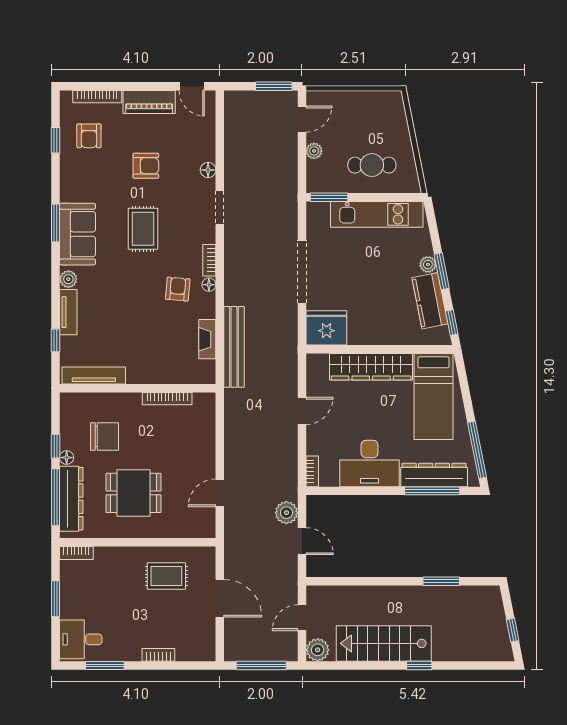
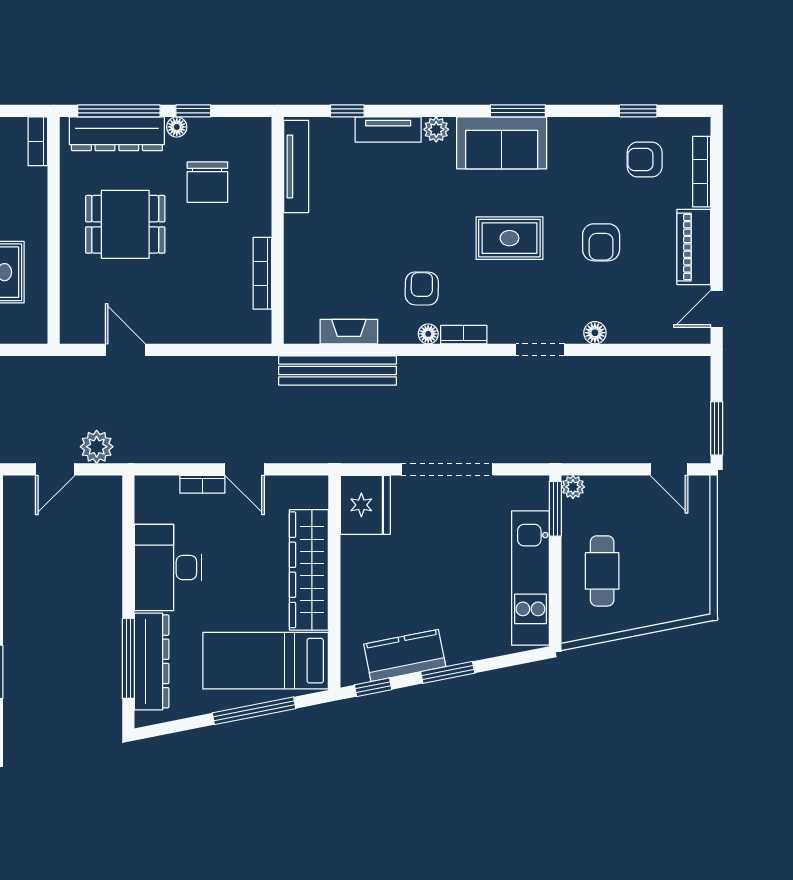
plant: (314, 151) -> (573, 487), moved
plant: (428, 264) -> (458, 652), removed
armchair: (178, 289) -> (422, 289), turned -94
window: (477, 450) -> (254, 711), moved
bookcase: (312, 471) -> (202, 484), moved
dining table: (133, 493) -> (125, 224), turned 90

